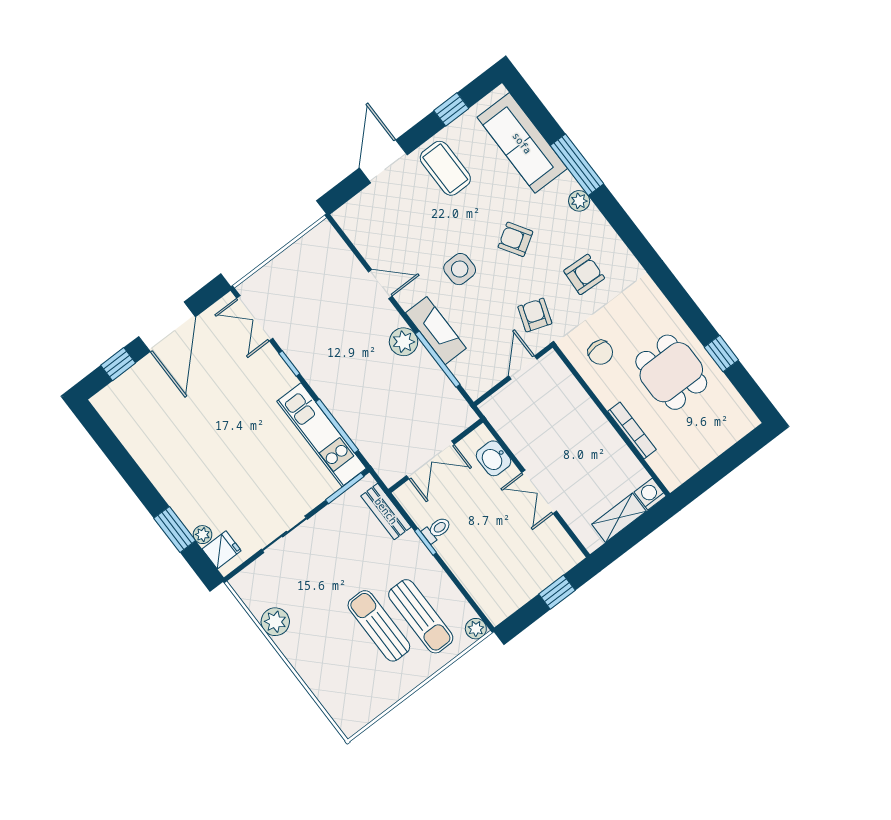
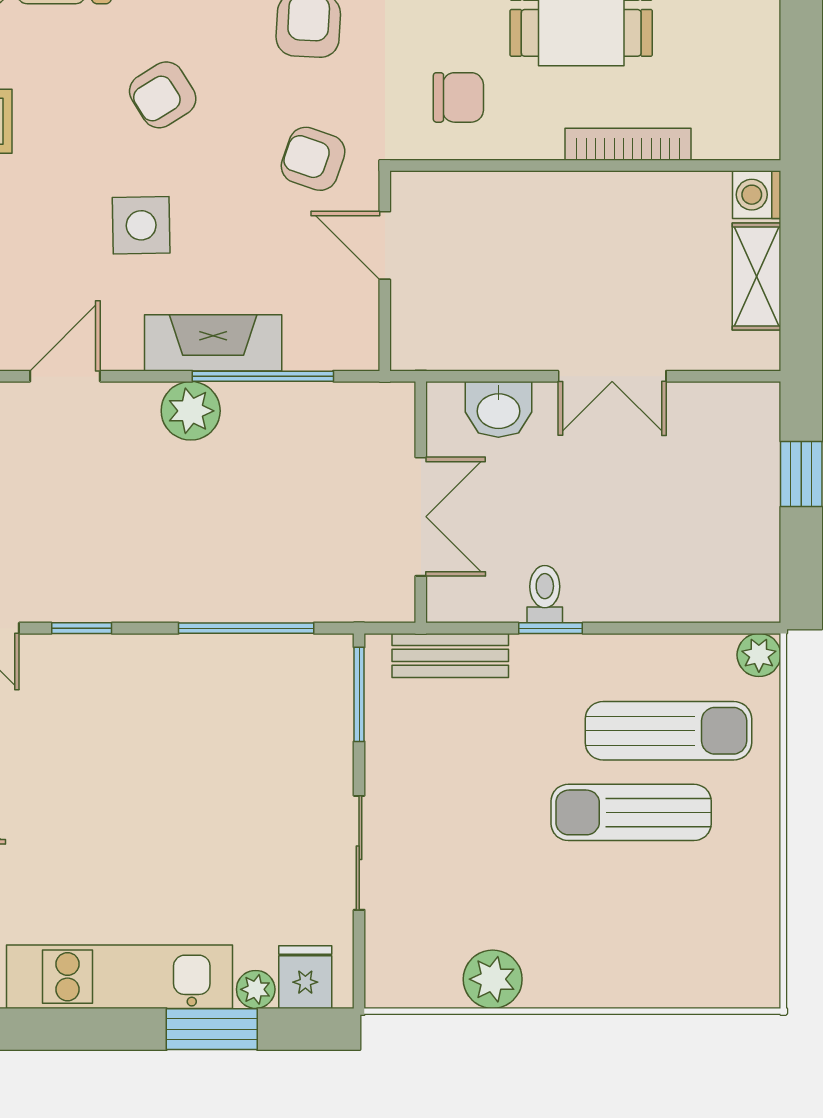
kitchen unit: (322, 435) -> (119, 977), moved, turned 180

